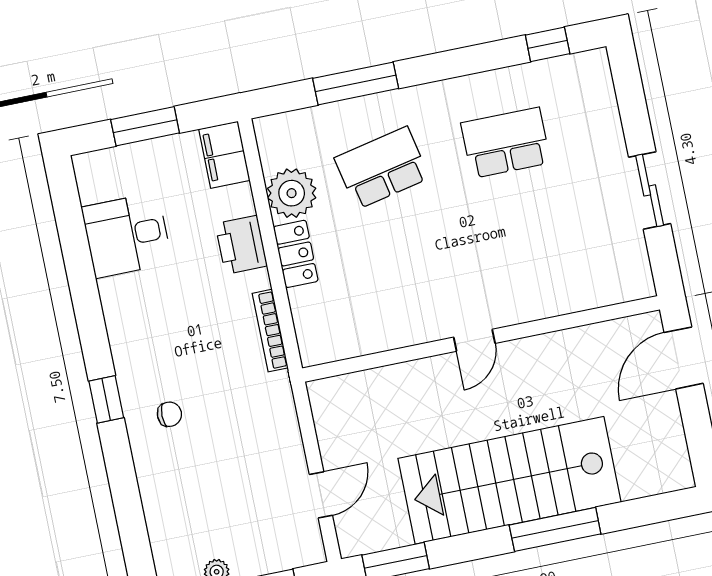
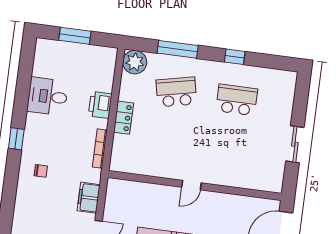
window: (548, 44) -> (235, 57), moved
filing cabinet: (224, 155) -> (89, 198), moved
plant: (292, 193) -> (135, 62), moved
desk: (127, 235) -> (48, 96), moved
window: (106, 399) -> (16, 139), moved

